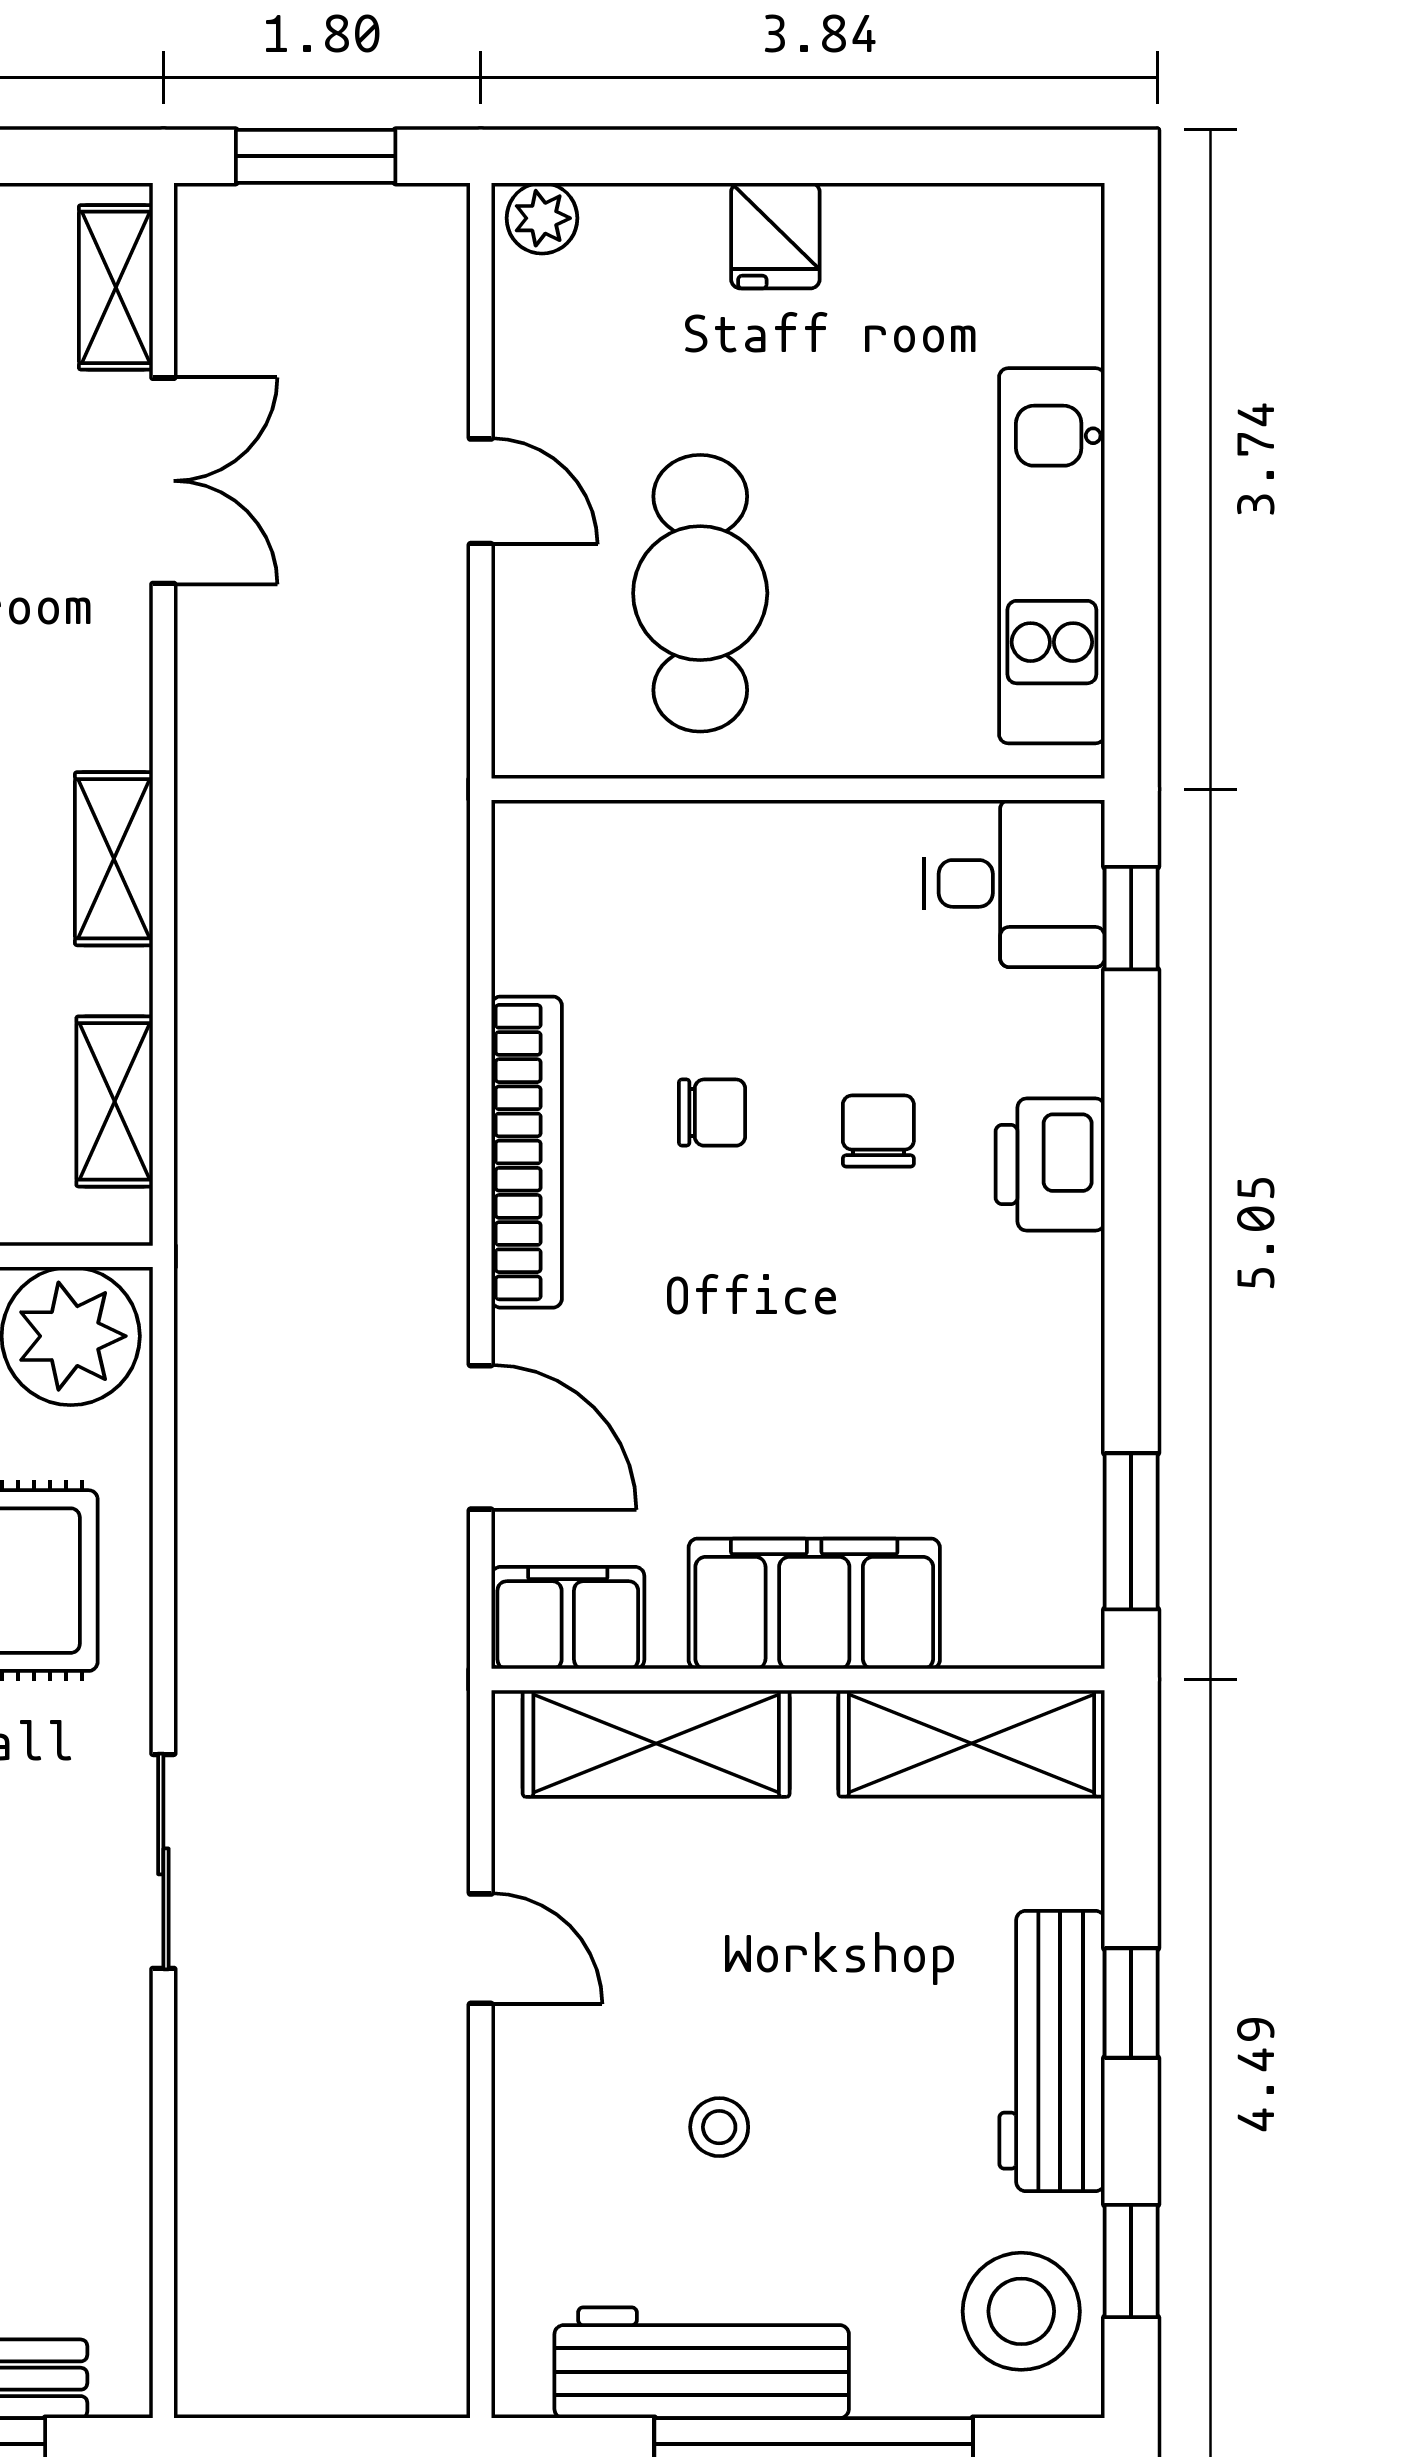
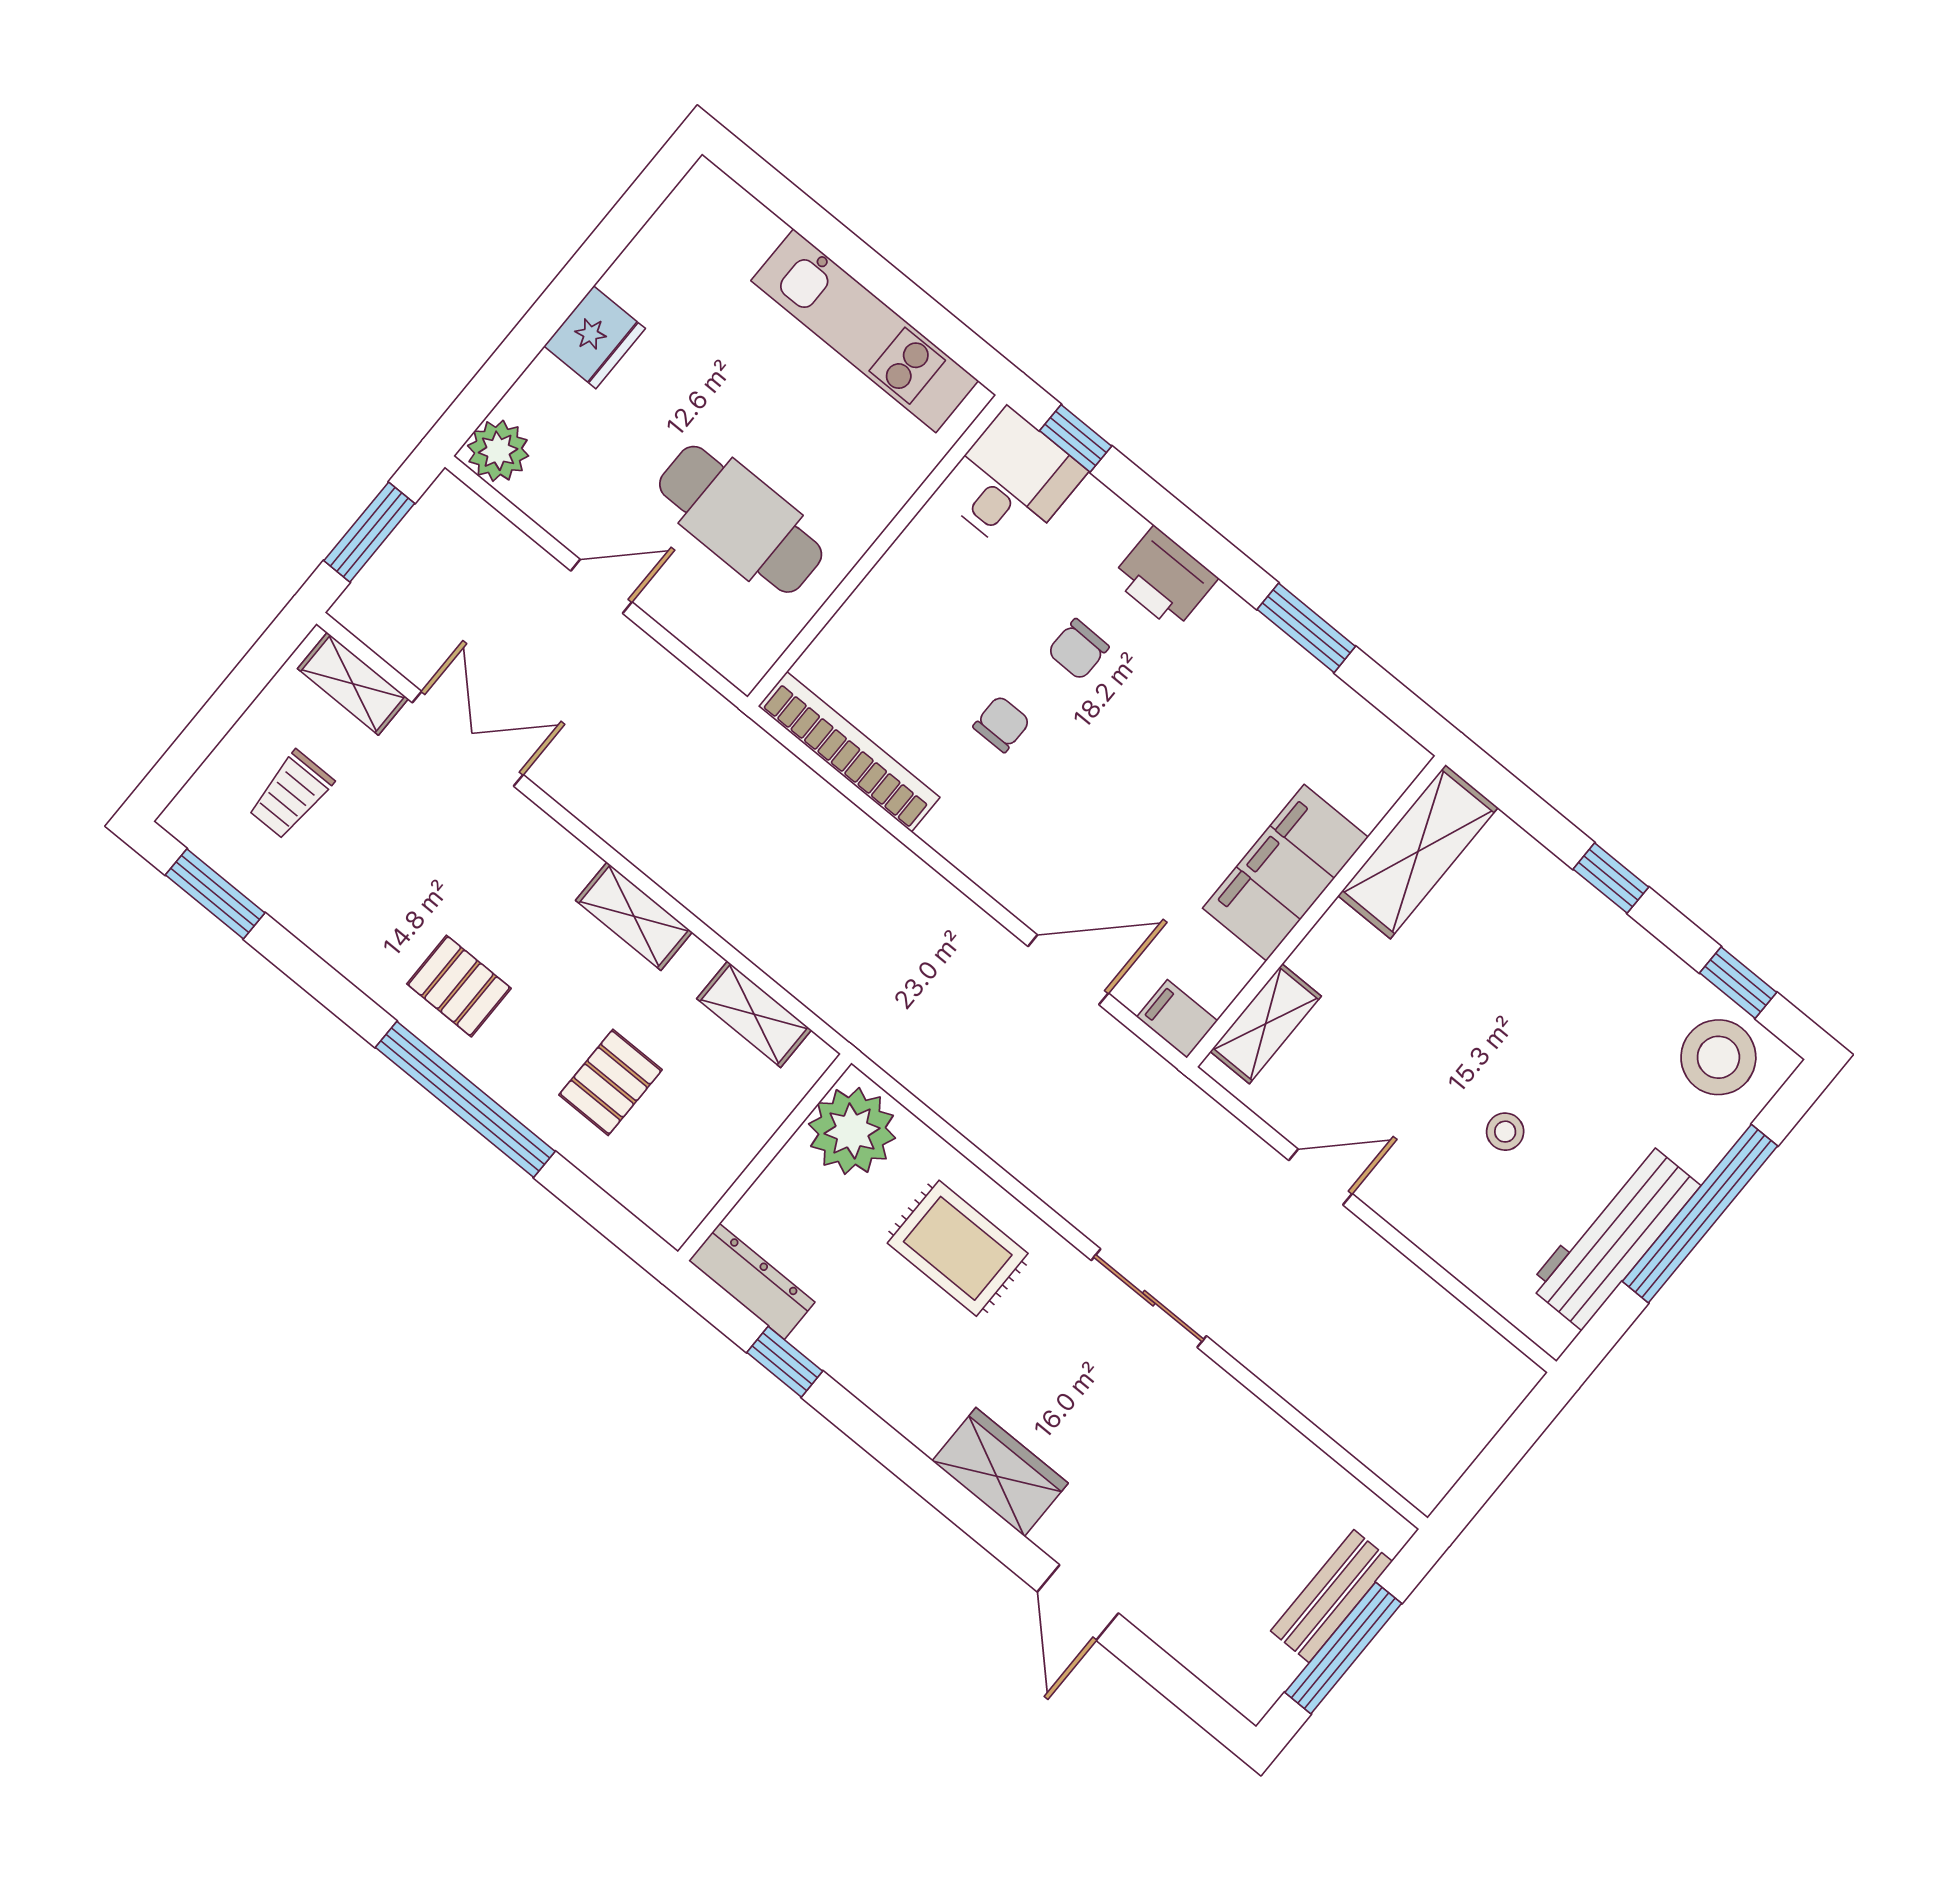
plant: (542, 218) -> (498, 451), width x1.38, depth x1.38
fridge: (775, 236) -> (595, 337), width x1.38
chair: (878, 1131) -> (1078, 649), turned -89
bookcase: (527, 1152) -> (849, 752), moved
window: (1131, 1531) -> (1306, 628), moved
filing cabinet: (568, 1618) -> (1177, 1019), width x0.50
shelving: (656, 1743) -> (1266, 1024), width x0.67, depth x0.75
workbench: (1052, 2051) -> (1602, 937), removed

